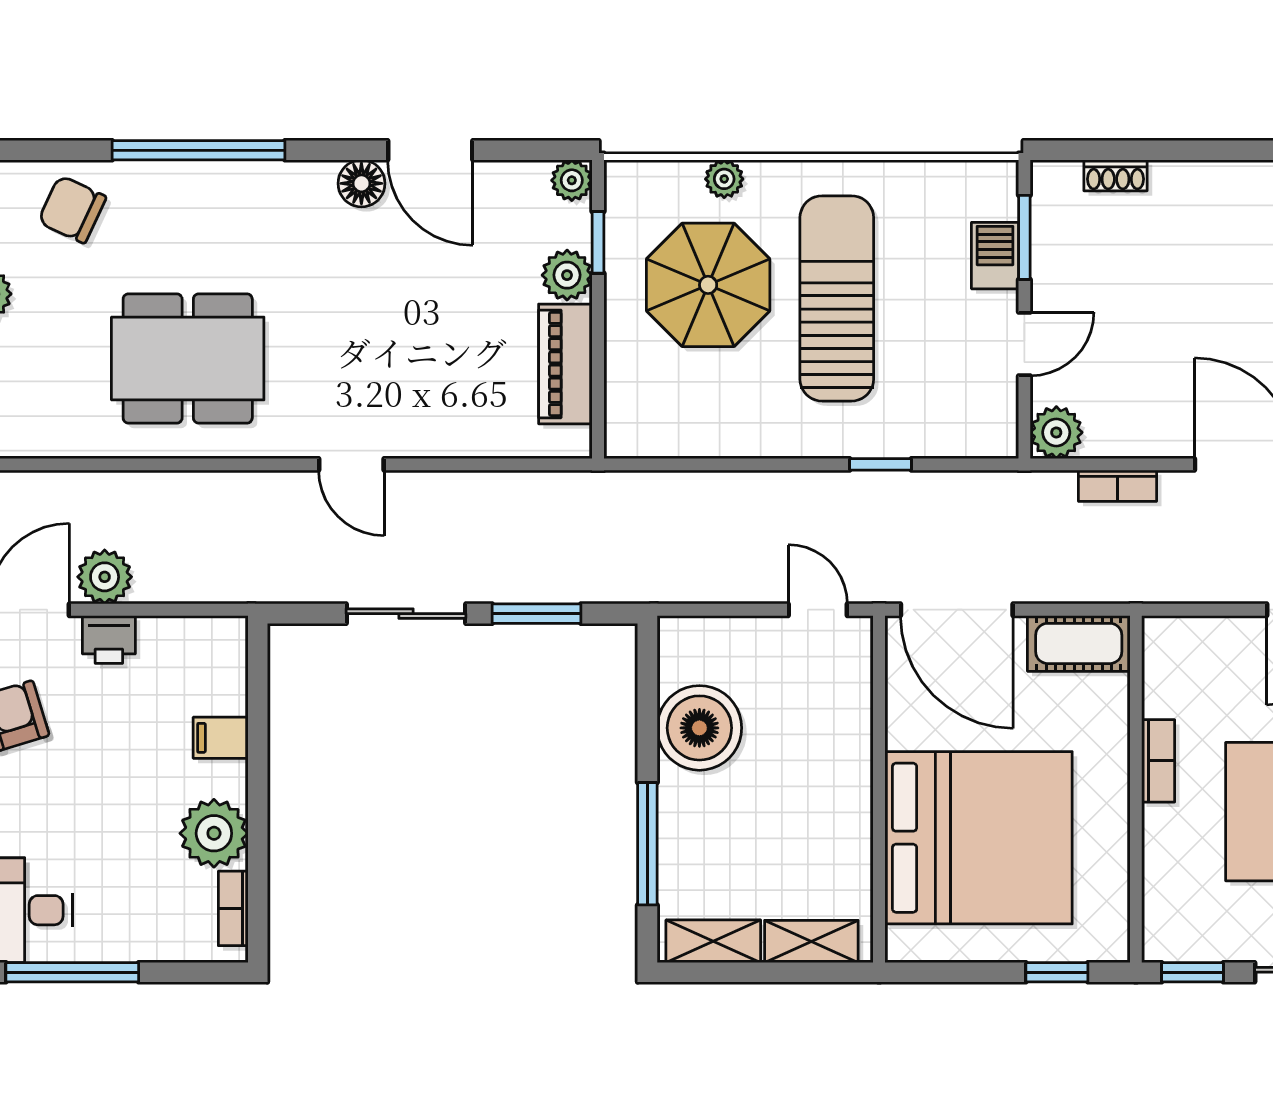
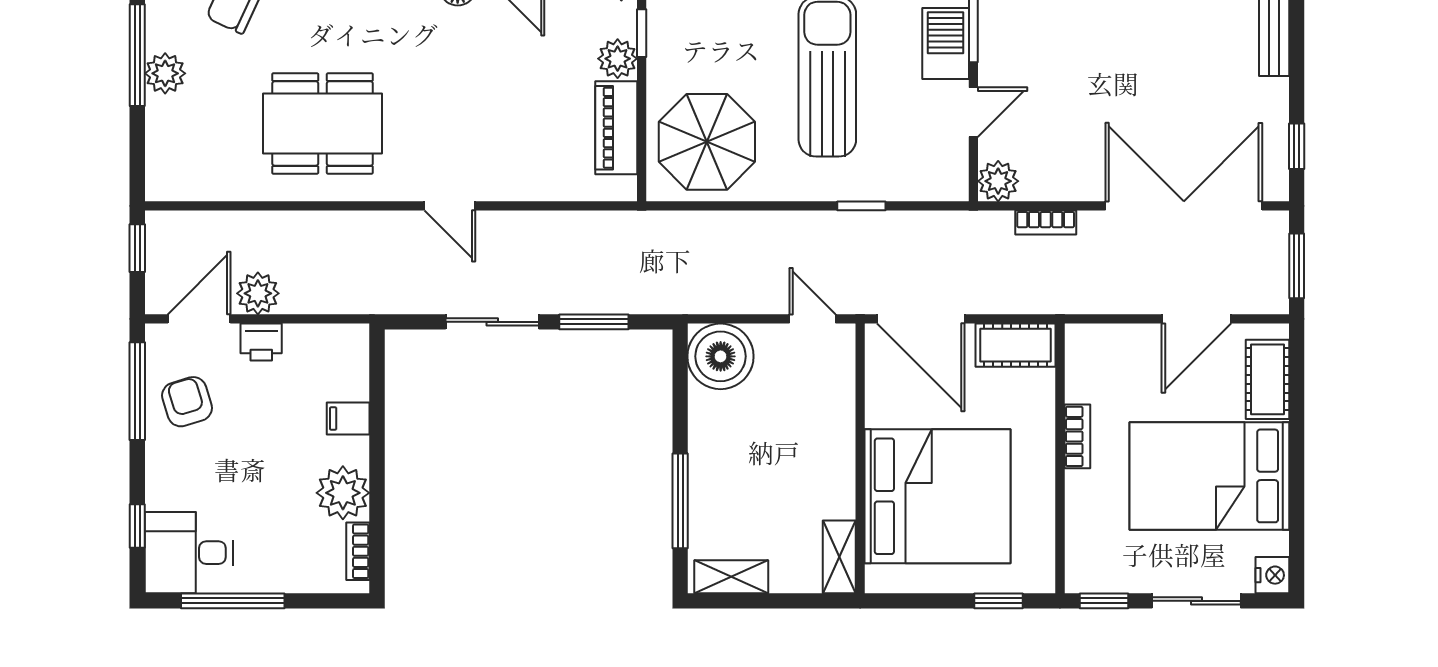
barbecue: (995, 256) -> (946, 43), width x1.38, depth x1.27
parasol: (708, 285) -> (707, 142), moved
boiler: (699, 728) -> (721, 356), moved
shelving: (811, 941) -> (839, 557), moved, turned 90

